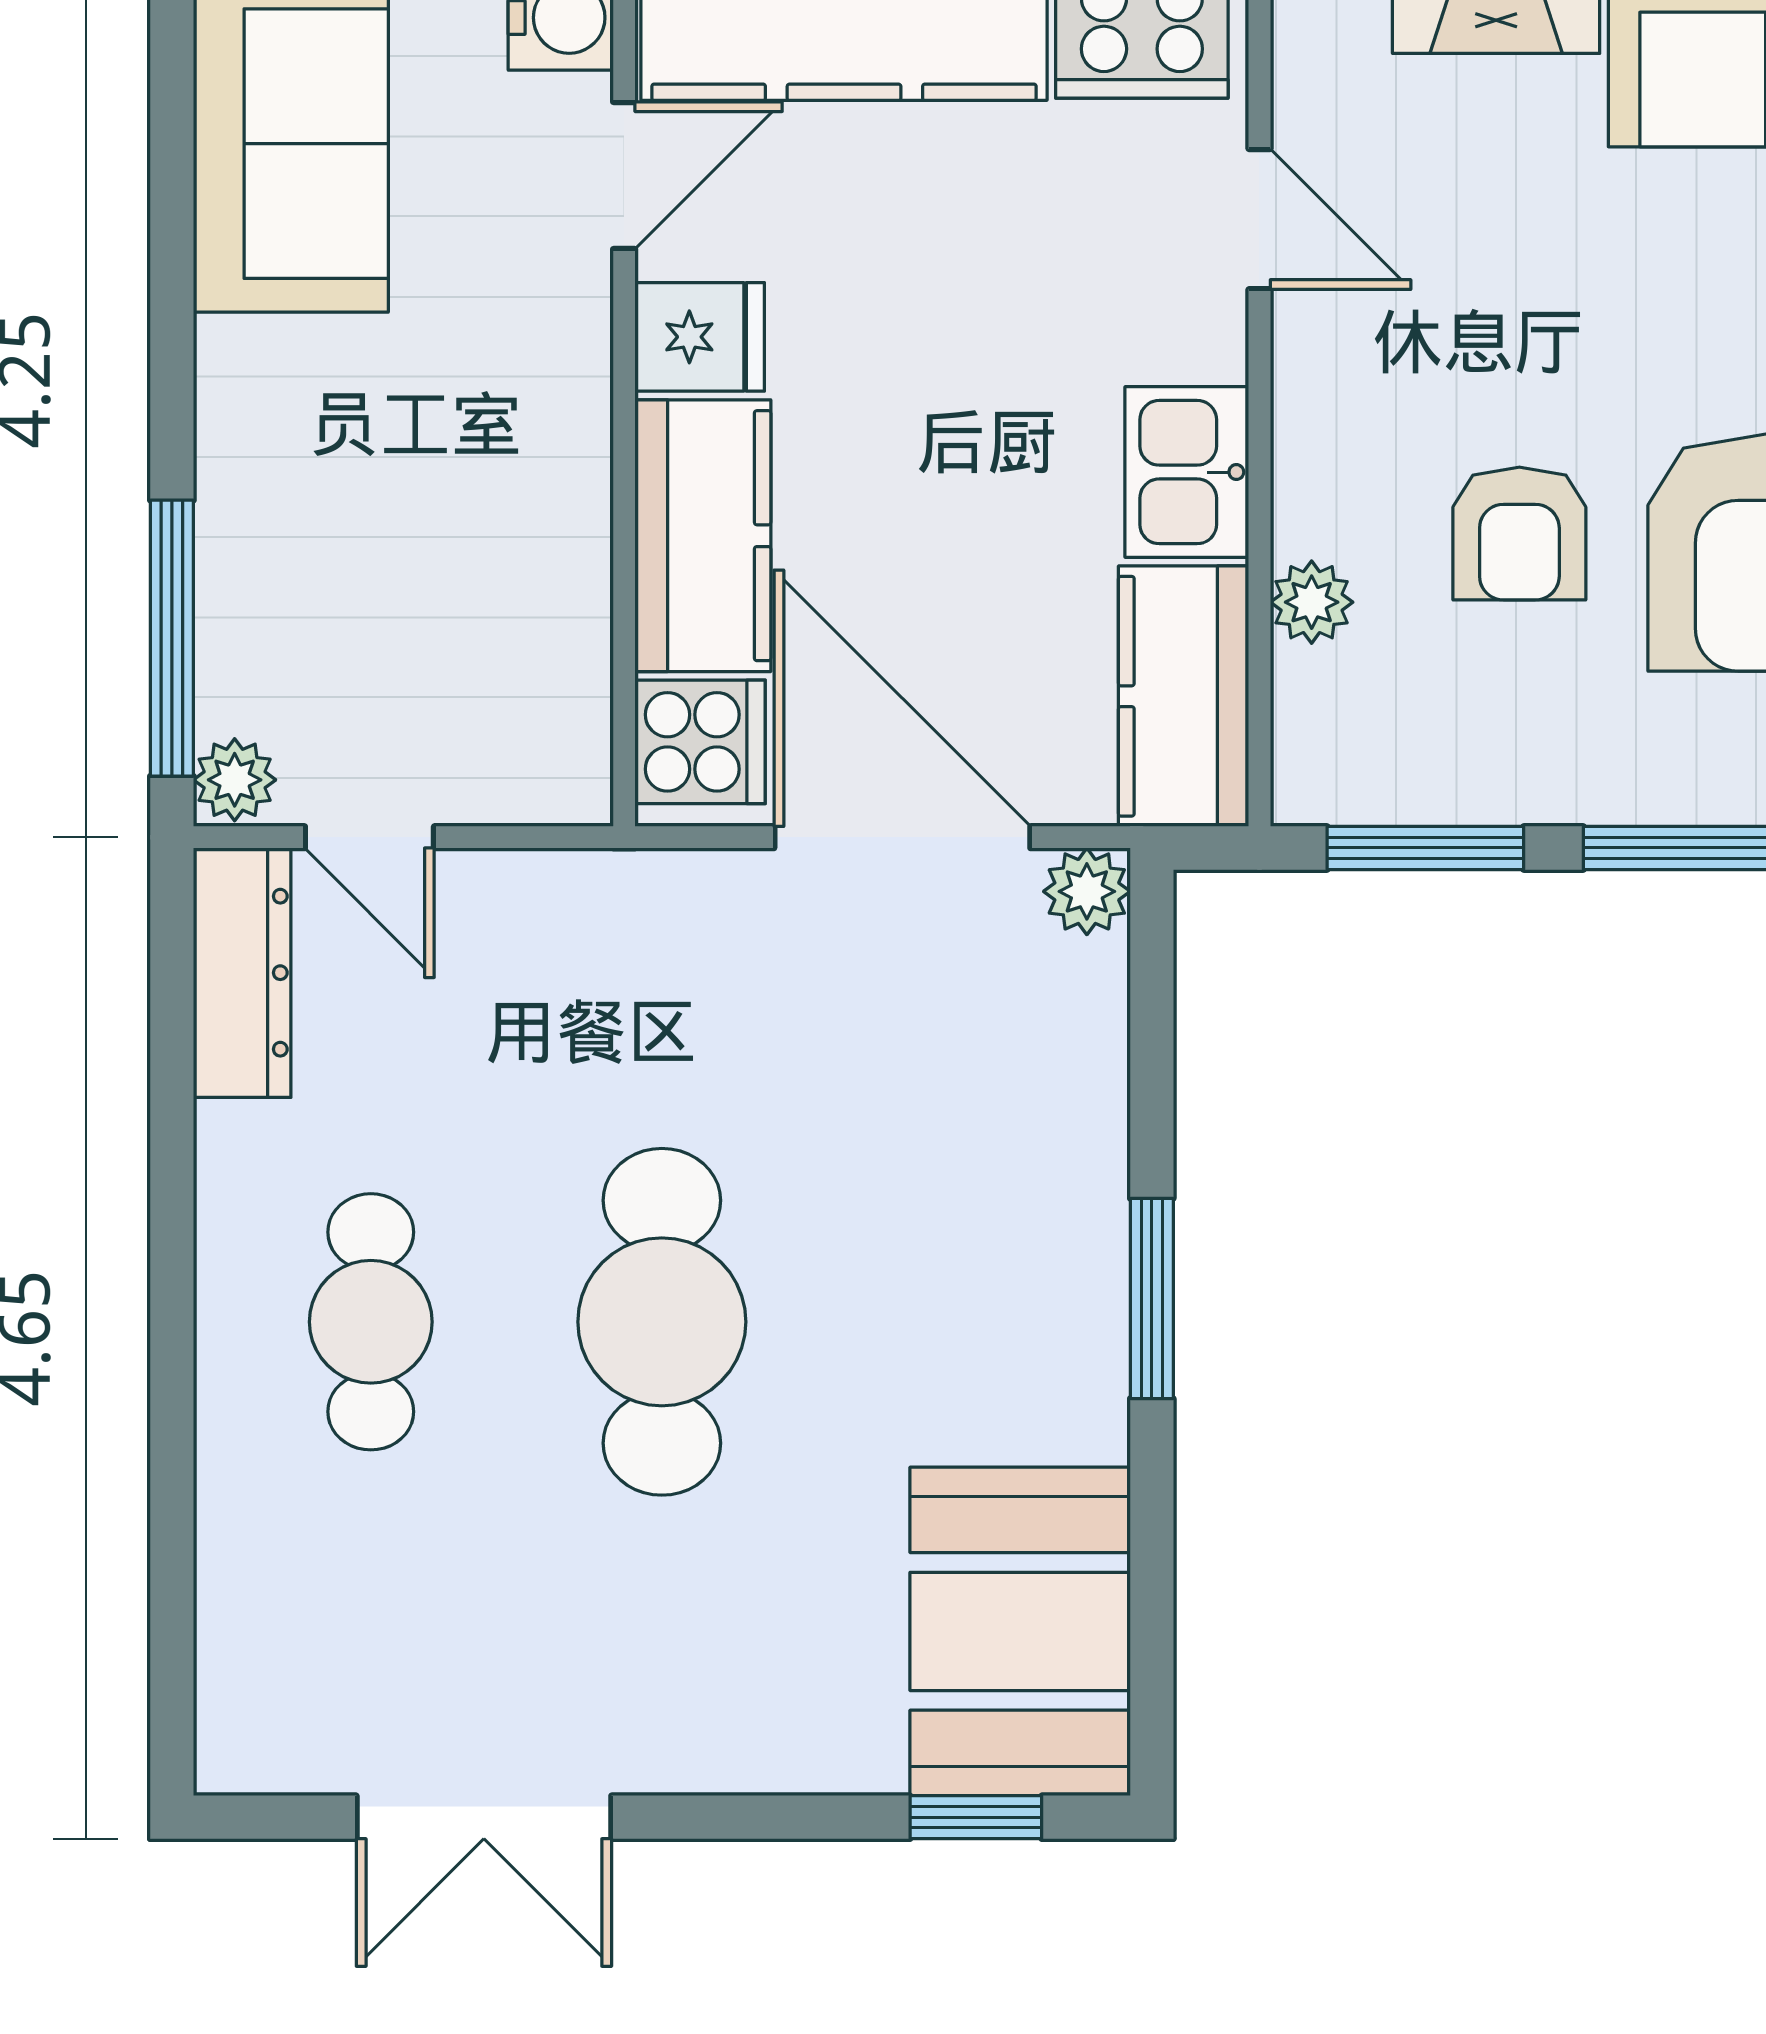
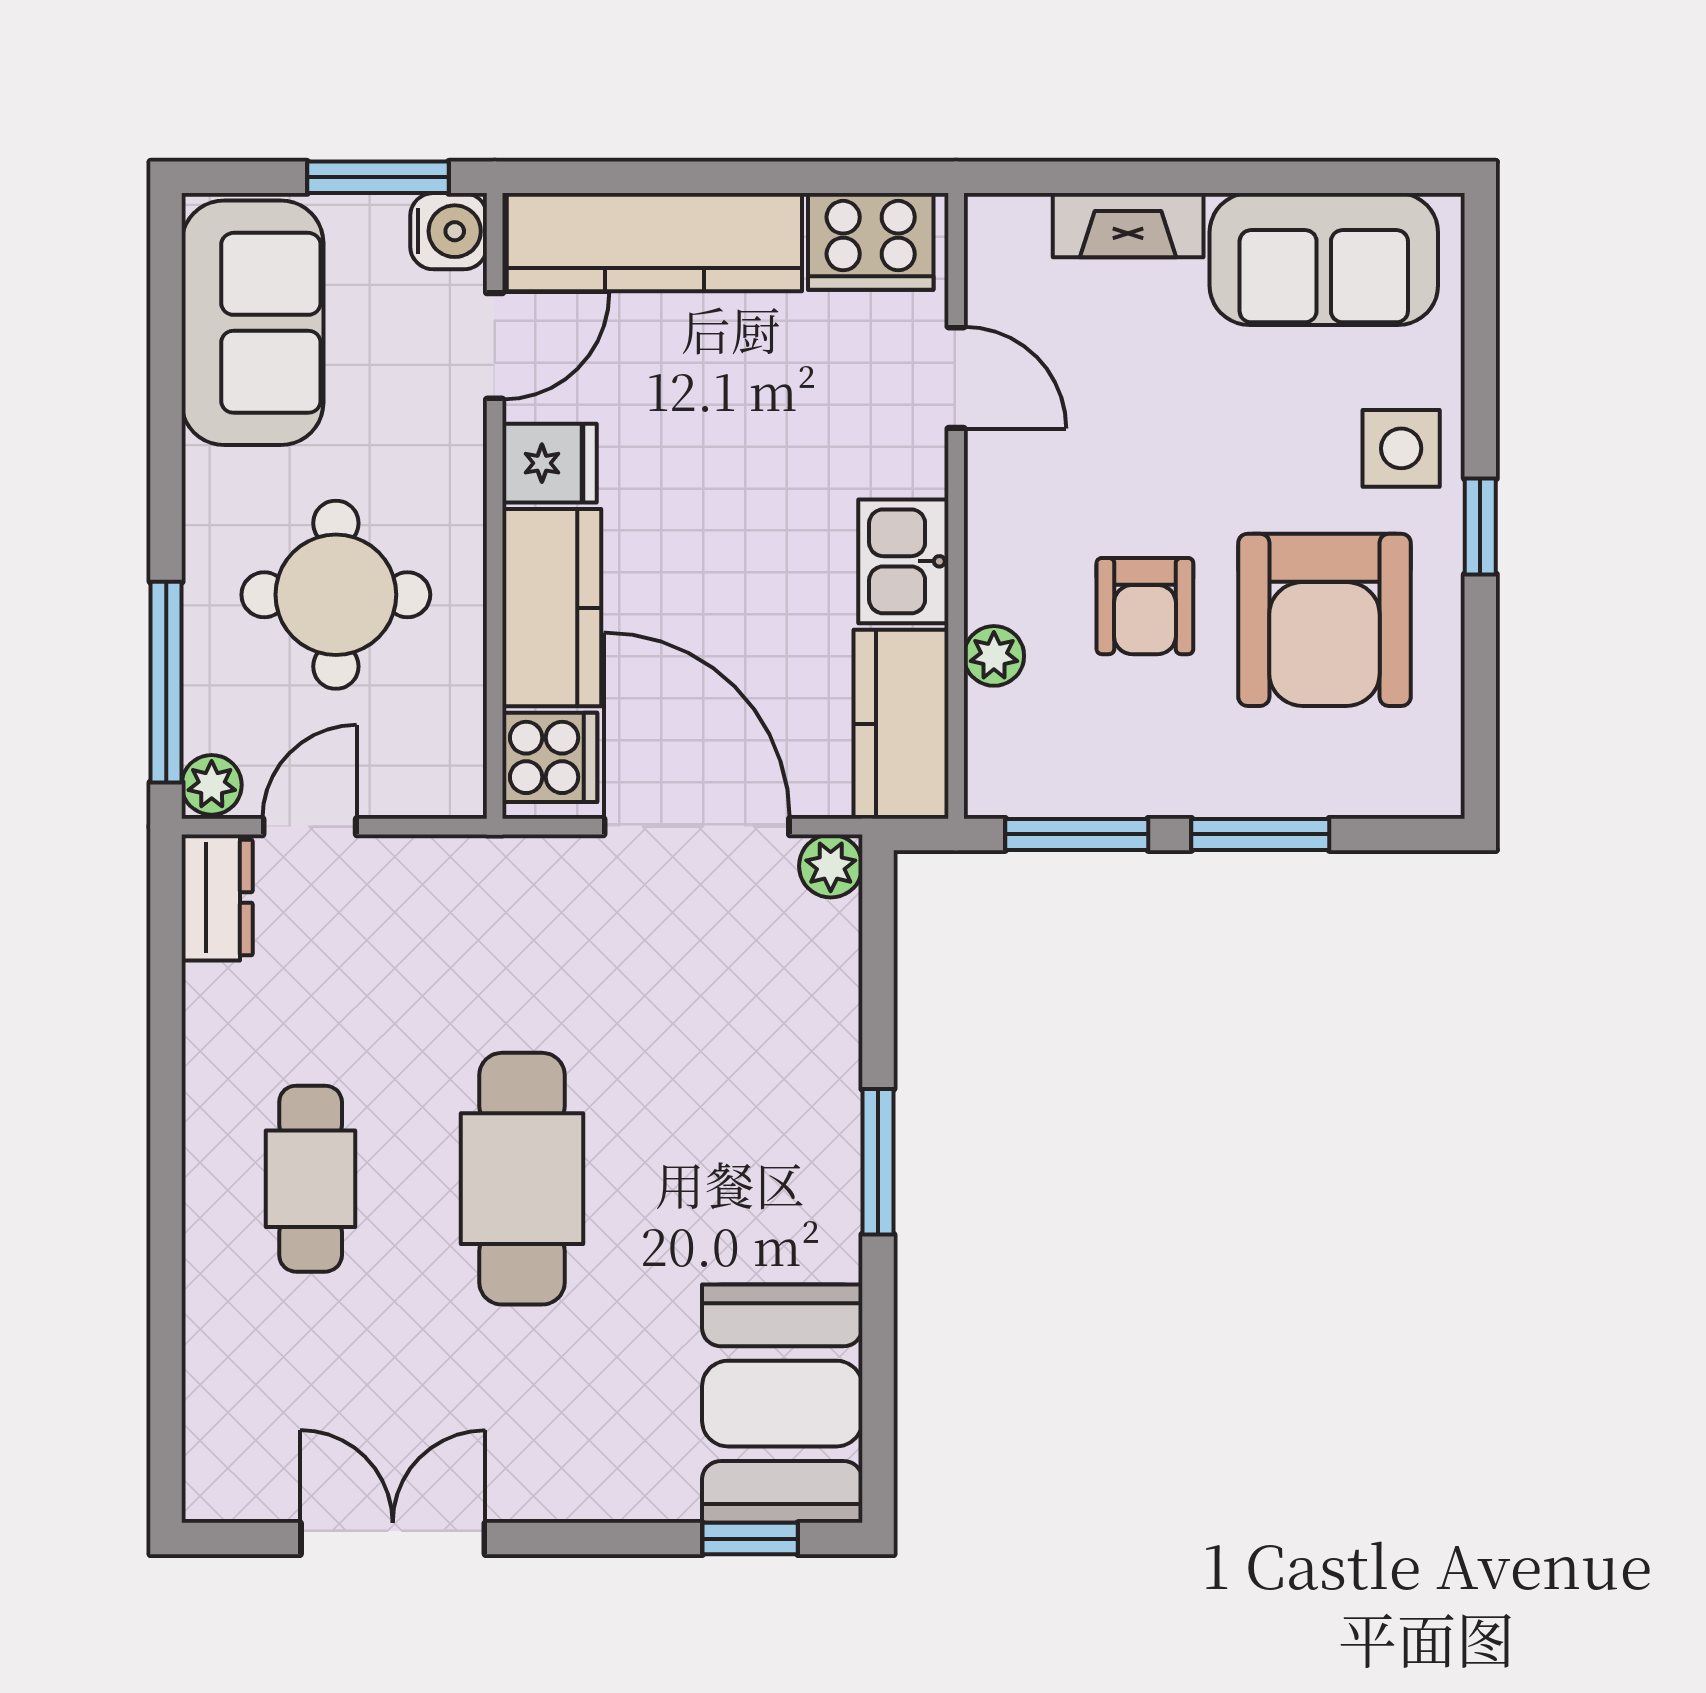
round table: (406, 518) -> (336, 595), added
door: (369, 837) -> (310, 827), swing flipped
dresser: (242, 973) -> (217, 897), width x0.70
double door: (484, 1817) -> (393, 1539), swing flipped

